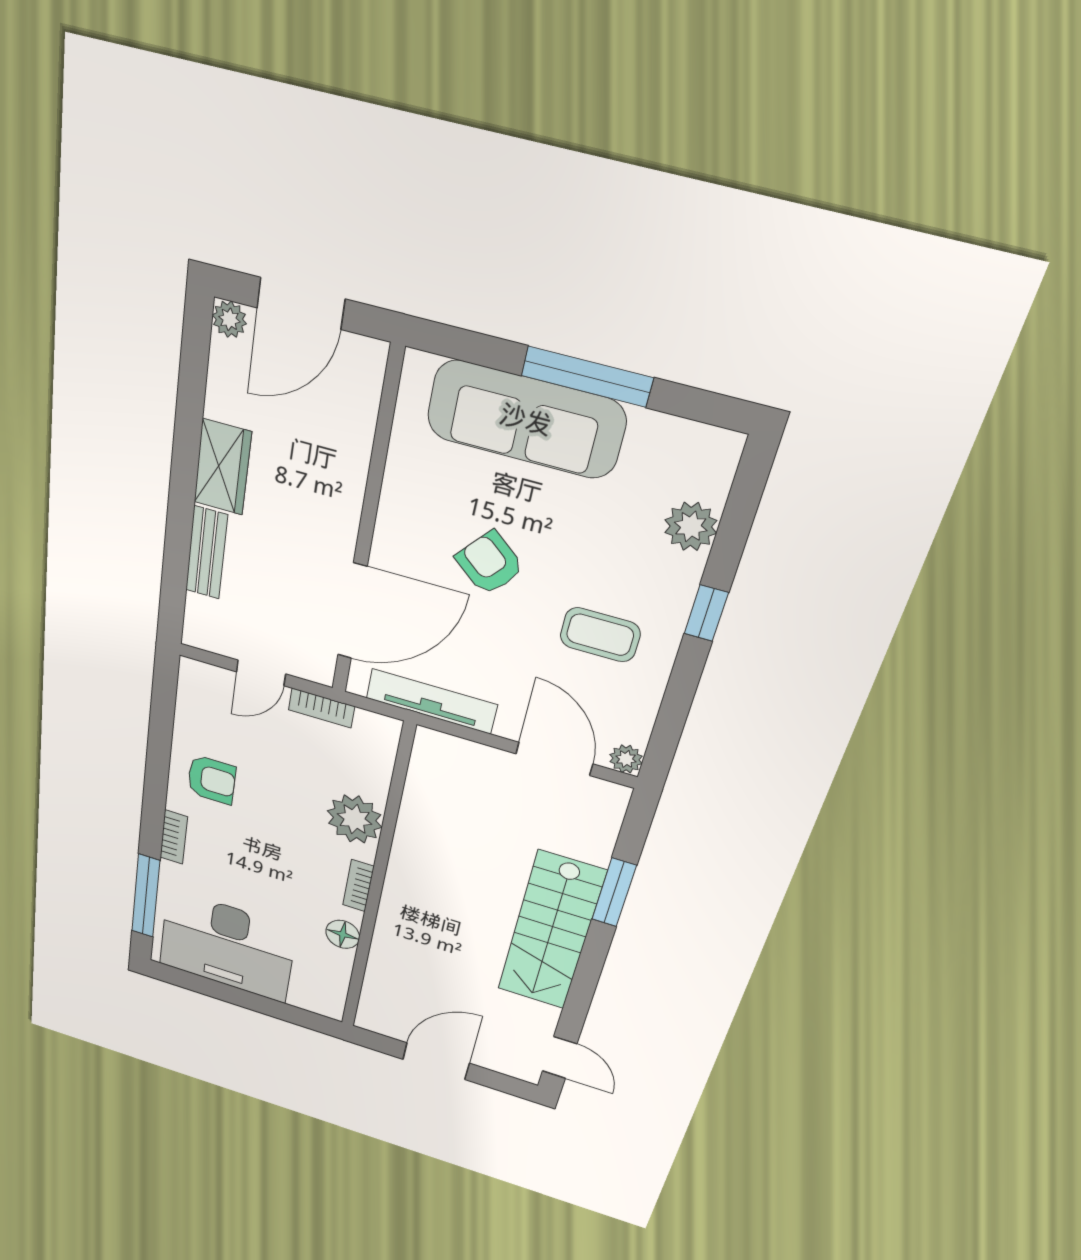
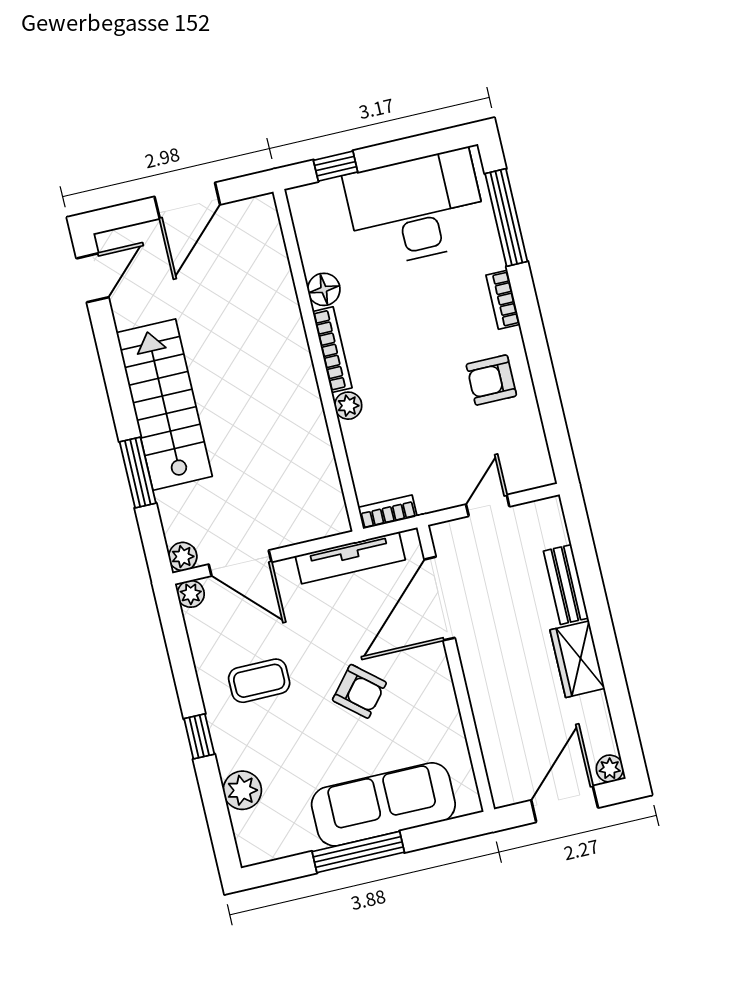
bookcase: (322, 708) -> (388, 512), moved
plant: (613, 797) -> (183, 557), added
plant: (355, 819) -> (348, 406), width x0.53, depth x0.53
bookcase: (358, 886) -> (332, 350), width x1.56
window: (287, 1013) -> (336, 166), added
door: (560, 1057) -> (92, 278), swing flipped

